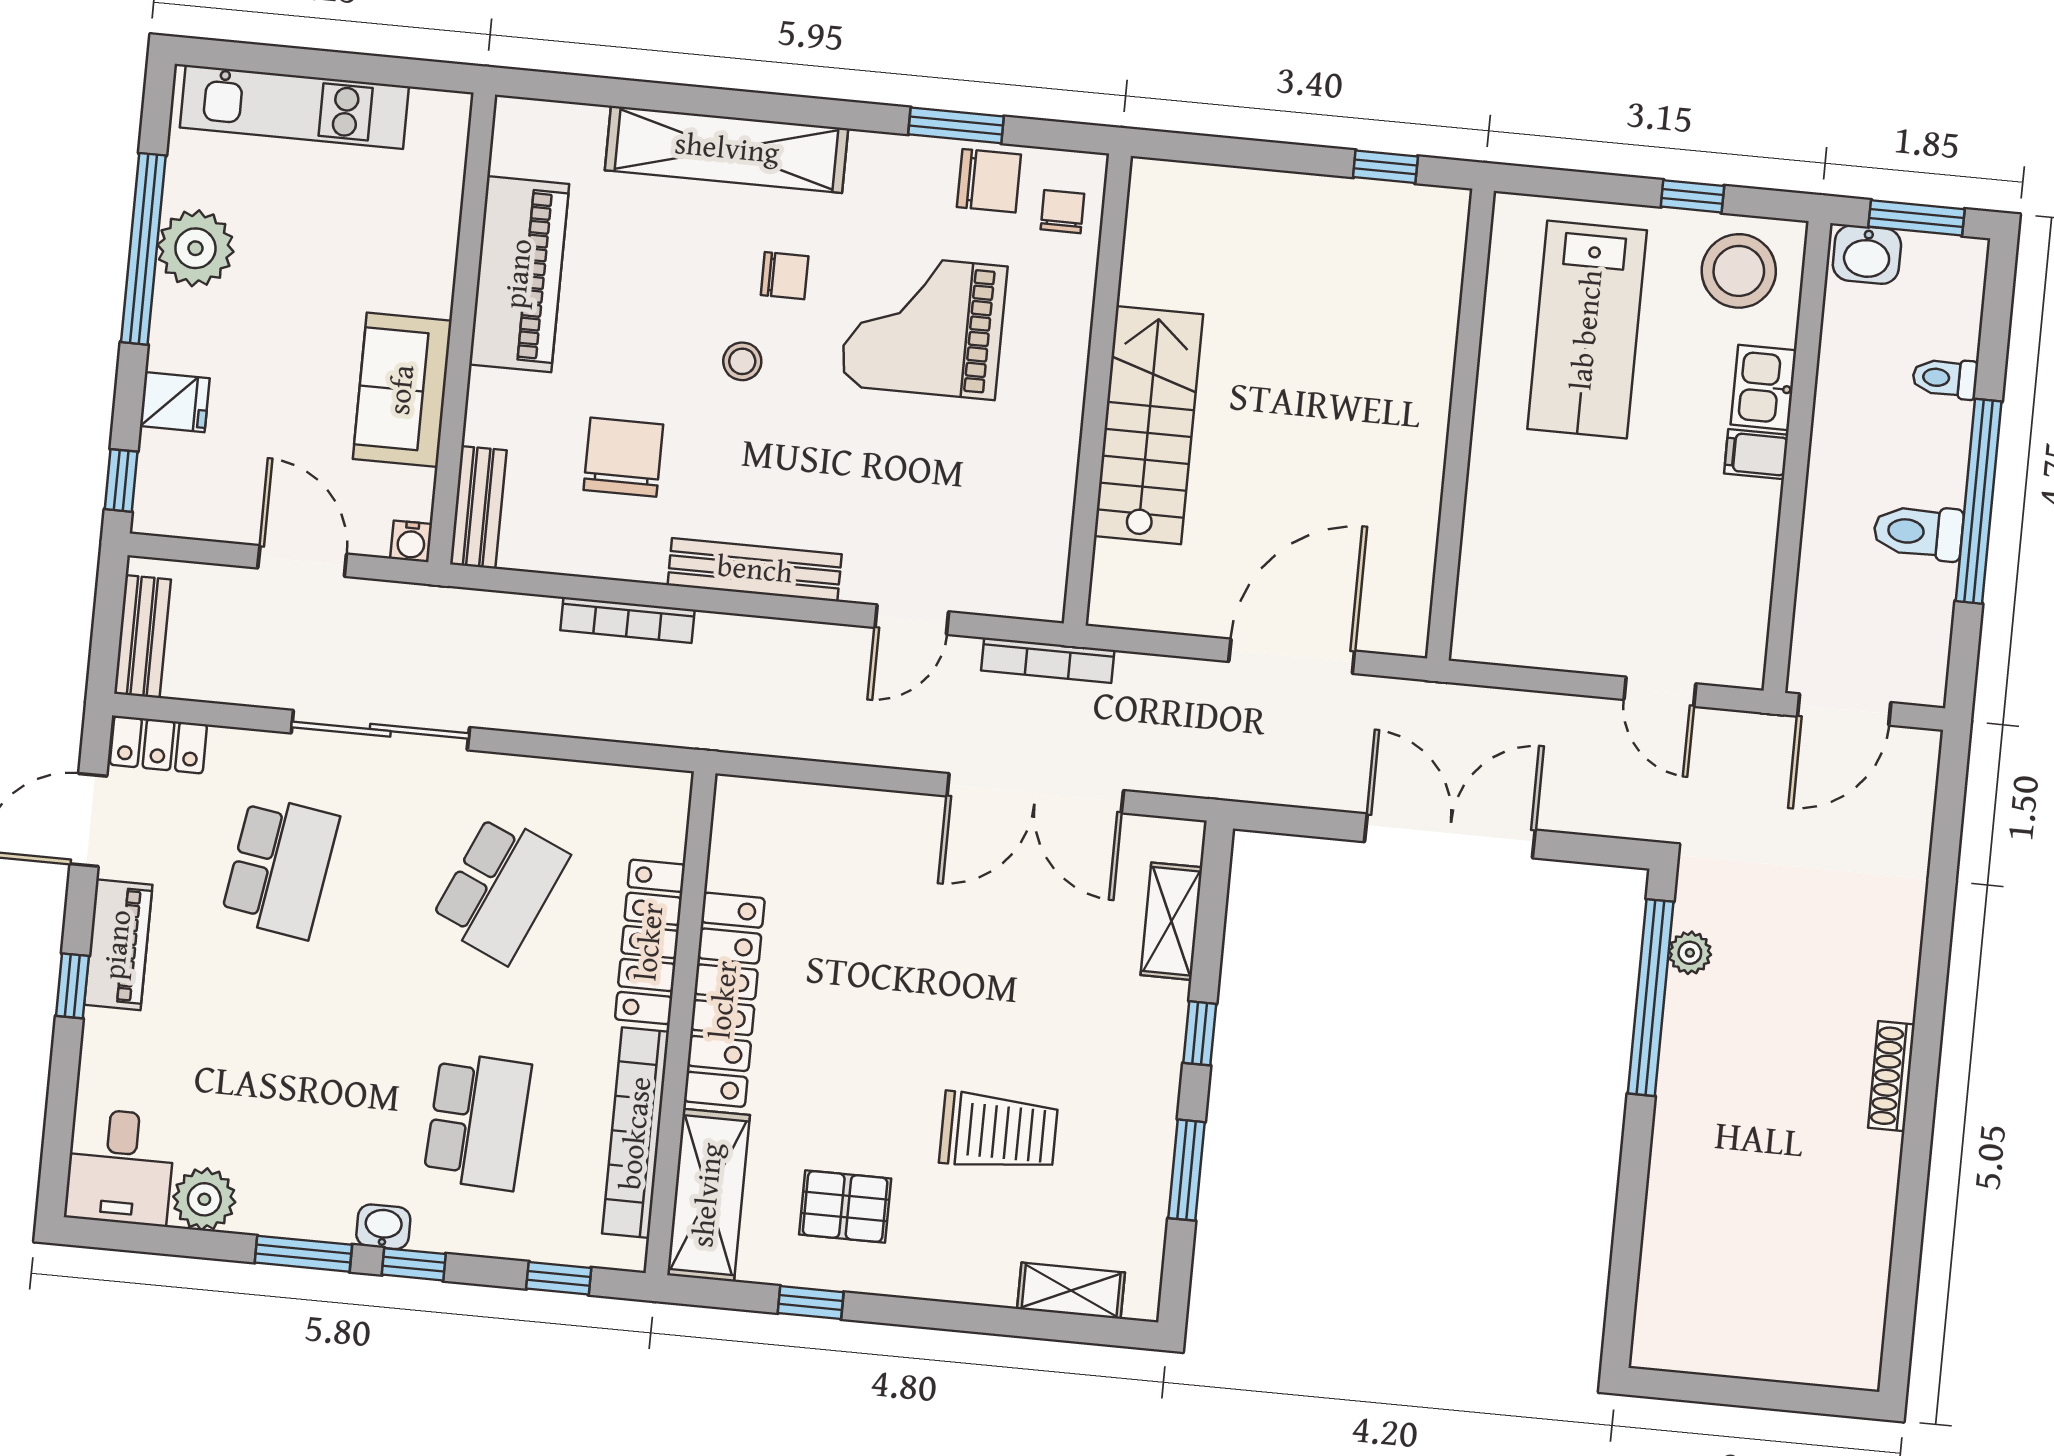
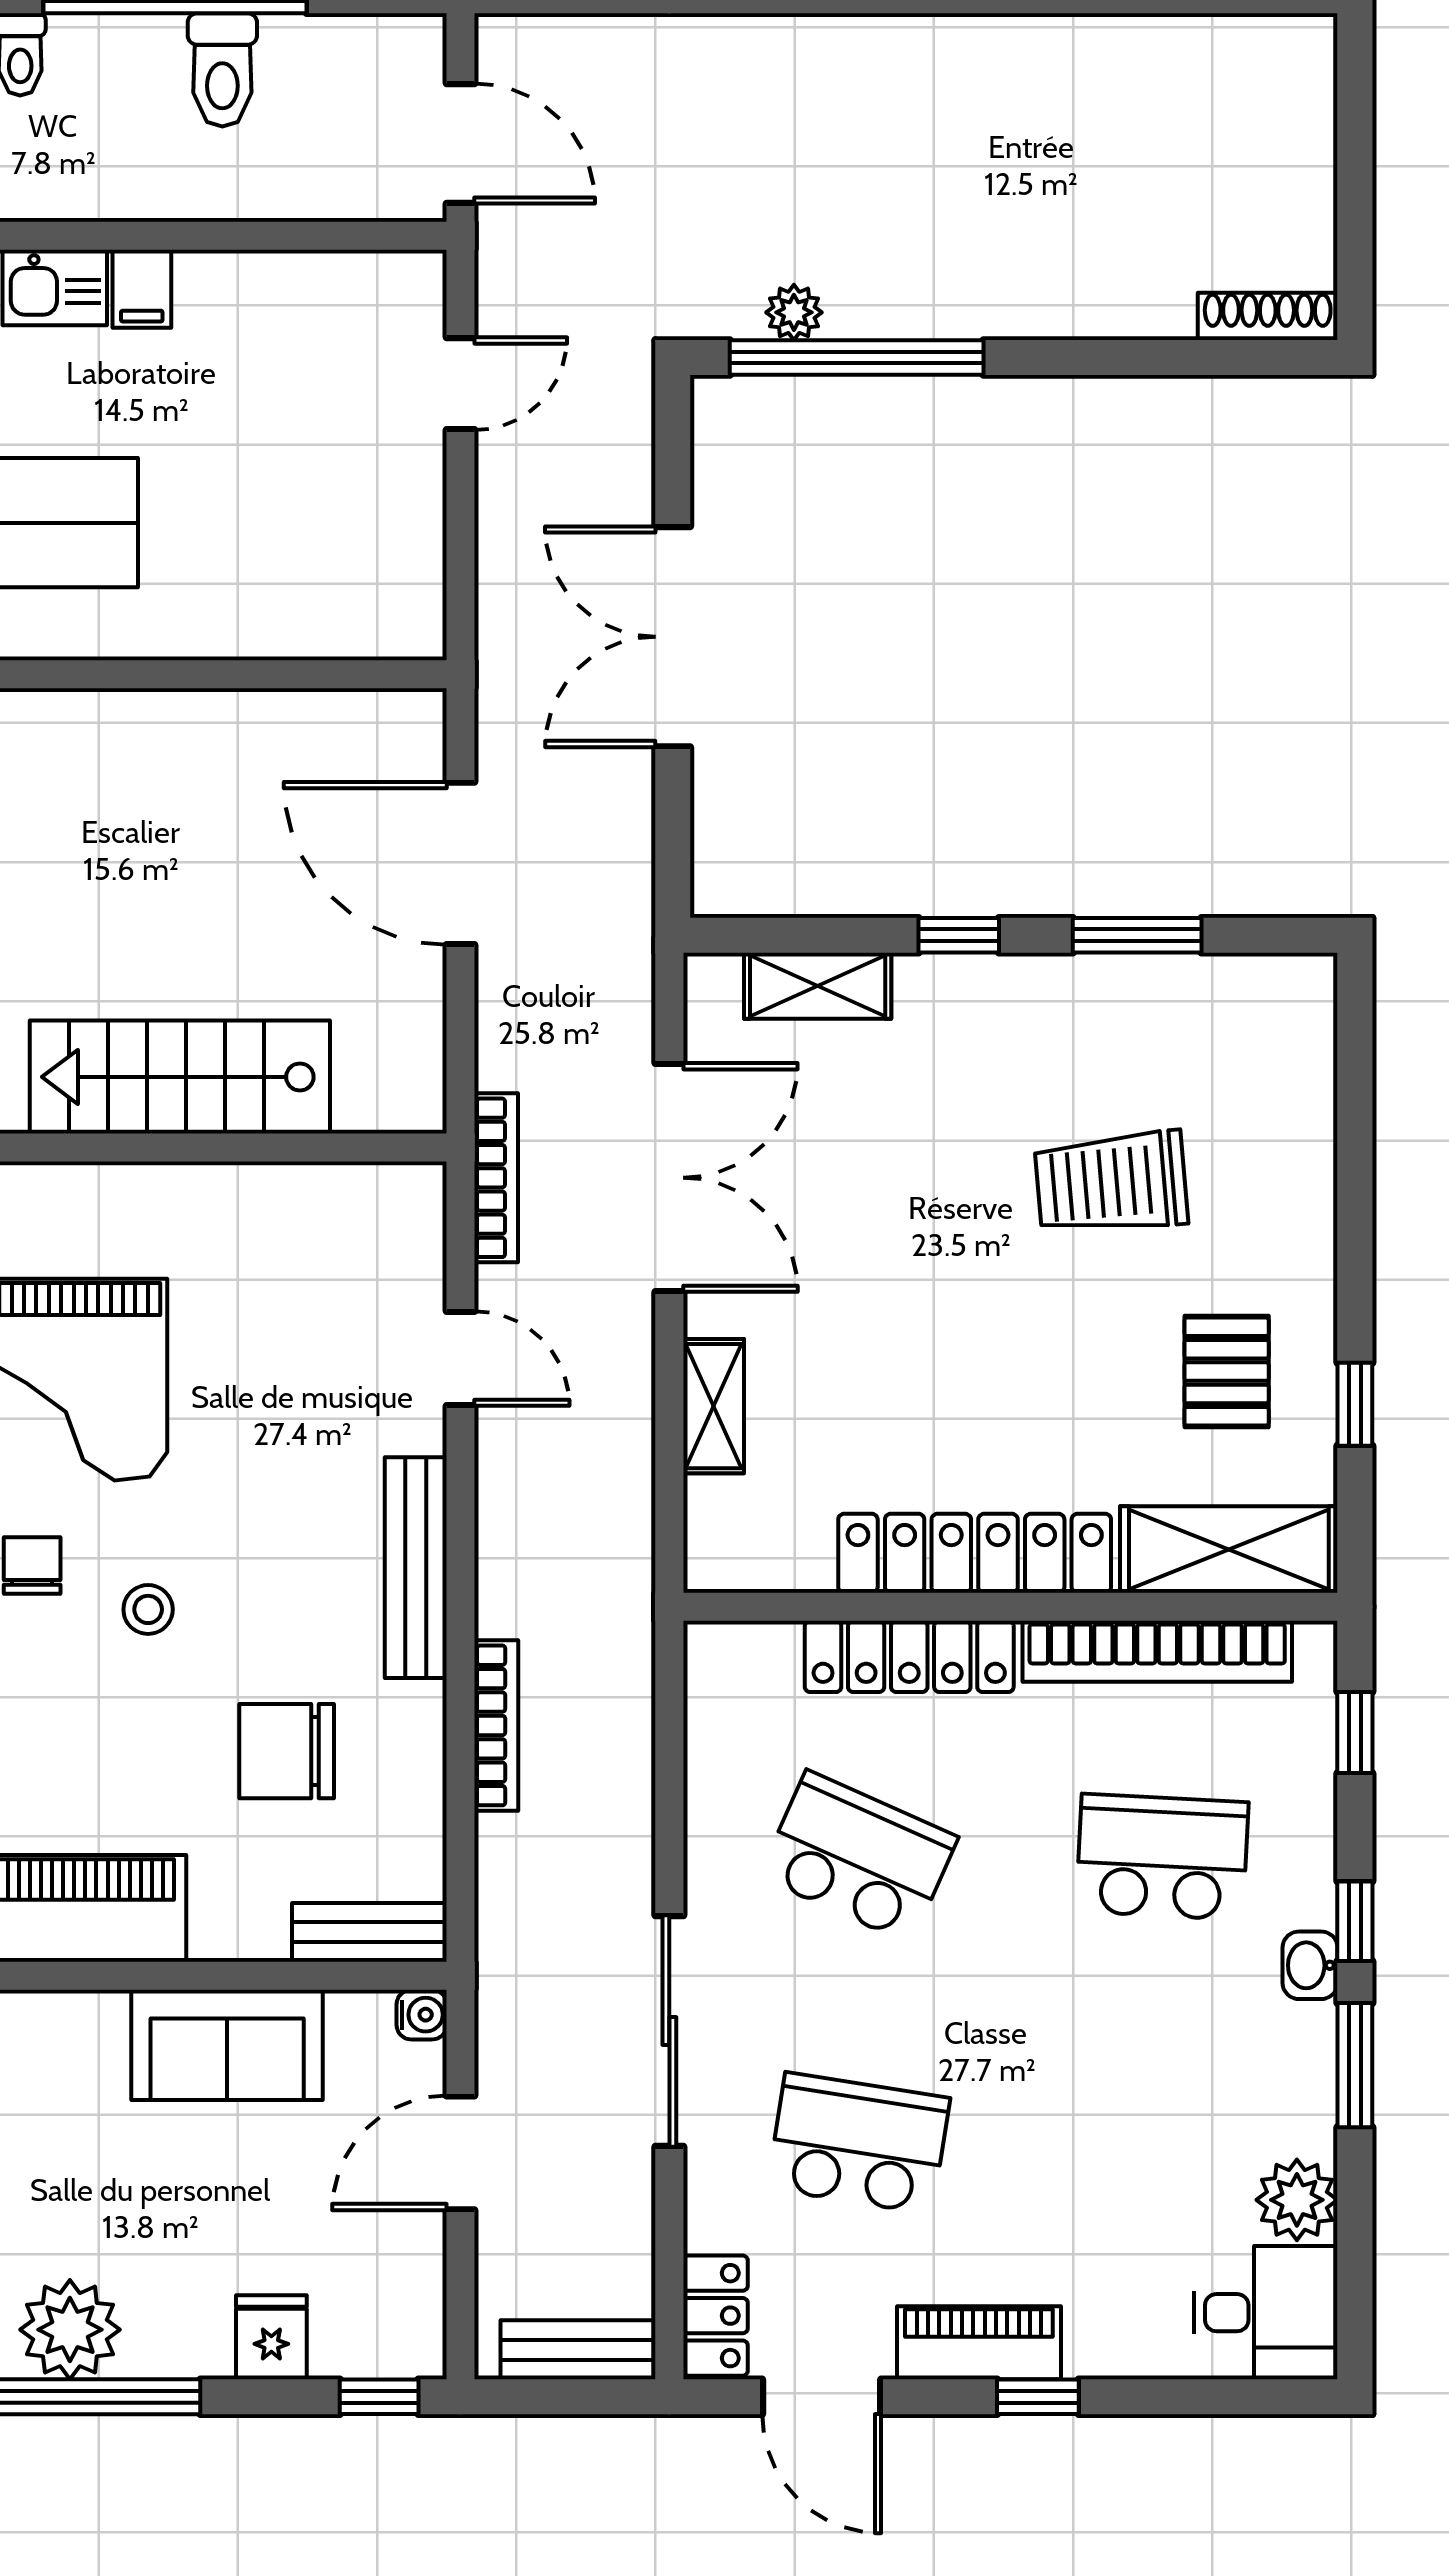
shoe rack: (1891, 1076) -> (1268, 316), moved, turned 180
trolley: (999, 1132) -> (1111, 1183), turned -95
shelving: (1071, 1291) -> (714, 1406), moved

